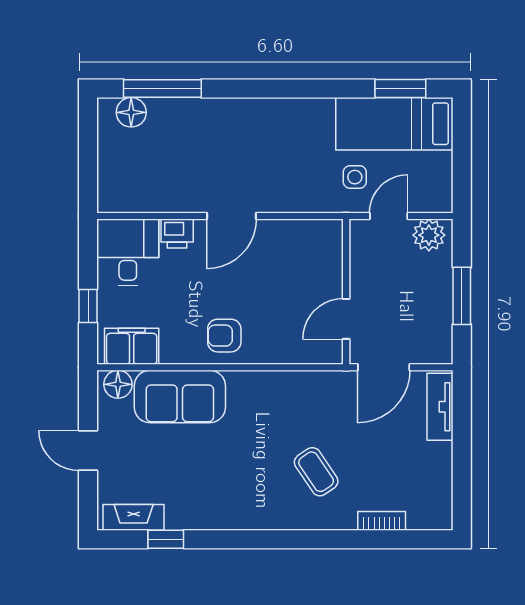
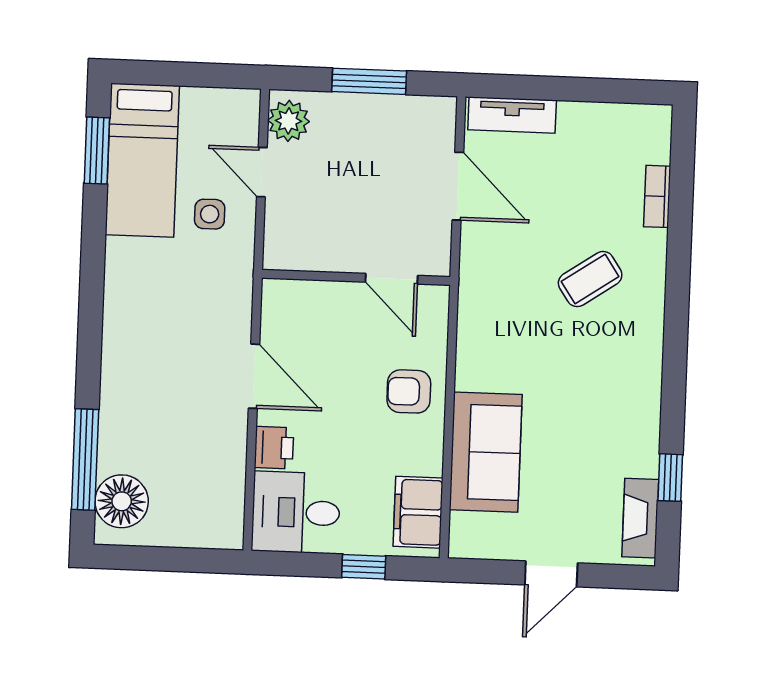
floor lamp: (131, 112) -> (122, 501), width x1.38, depth x1.38
wall: (346, 292) -> (356, 277), moved
door: (346, 319) -> (391, 279), moved
armchair: (224, 336) -> (409, 391), turned 90
floor lamp: (118, 384) -> (467, 532), removed

